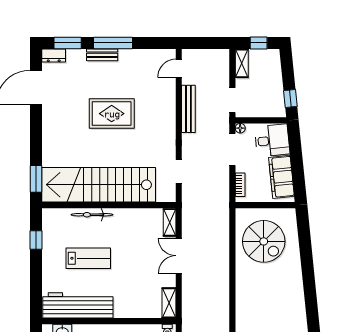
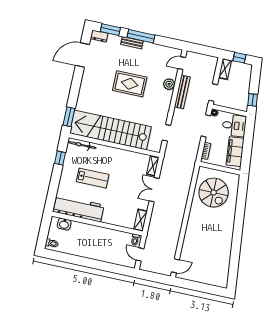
plant: (167, 102) -> (169, 84), added
bicycle: (92, 215) -> (82, 145), moved

